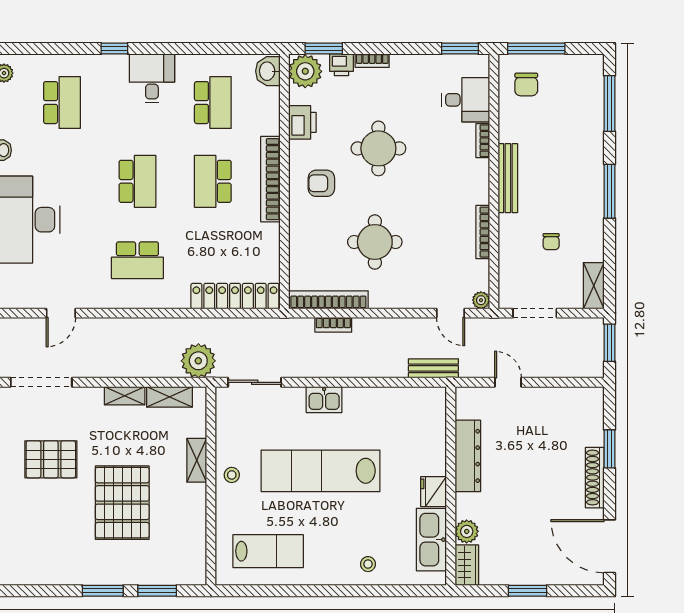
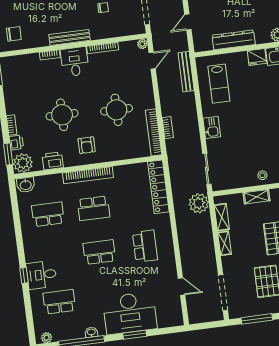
desk: (152, 78) -> (41, 275), moved
desk: (466, 100) -> (75, 62), moved
bench: (433, 368) -> (186, 72), width x1.36
lab bench: (320, 471) -> (219, 84), moved, width x0.54, depth x0.72

